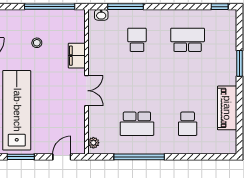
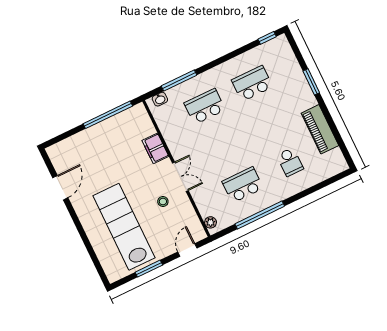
school desk: (137, 40) -> (205, 106), width x1.85
stool: (37, 43) -> (163, 201), moved
school desk: (137, 124) -> (243, 185), turned 180

